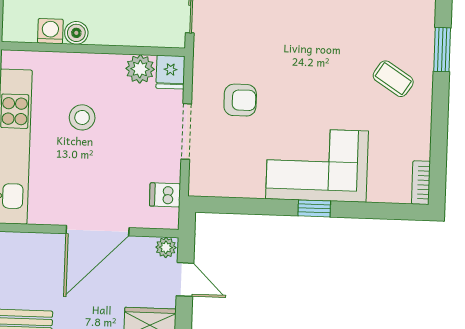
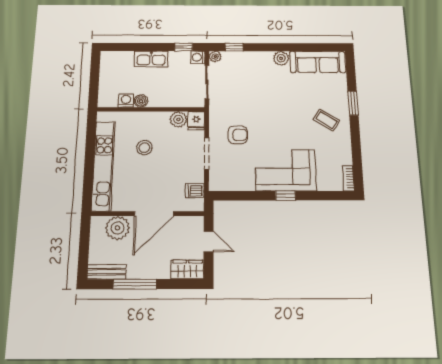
plant: (166, 247) -> (117, 228), moved, width x1.87, depth x1.87

